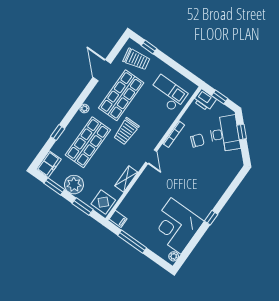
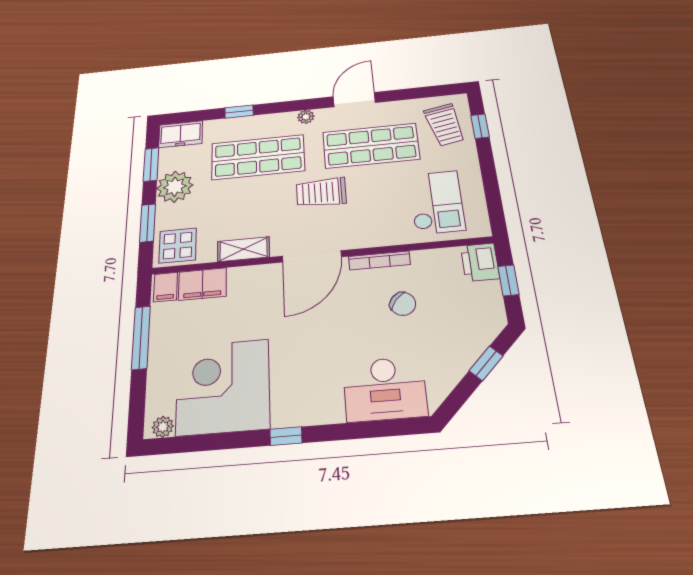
door: (102, 70) -> (354, 100), moved
desk: (225, 134) -> (385, 389), moved, turned 45
door: (151, 157) -> (312, 256), width x1.88
filing cabinet: (129, 205) -> (202, 284), added

